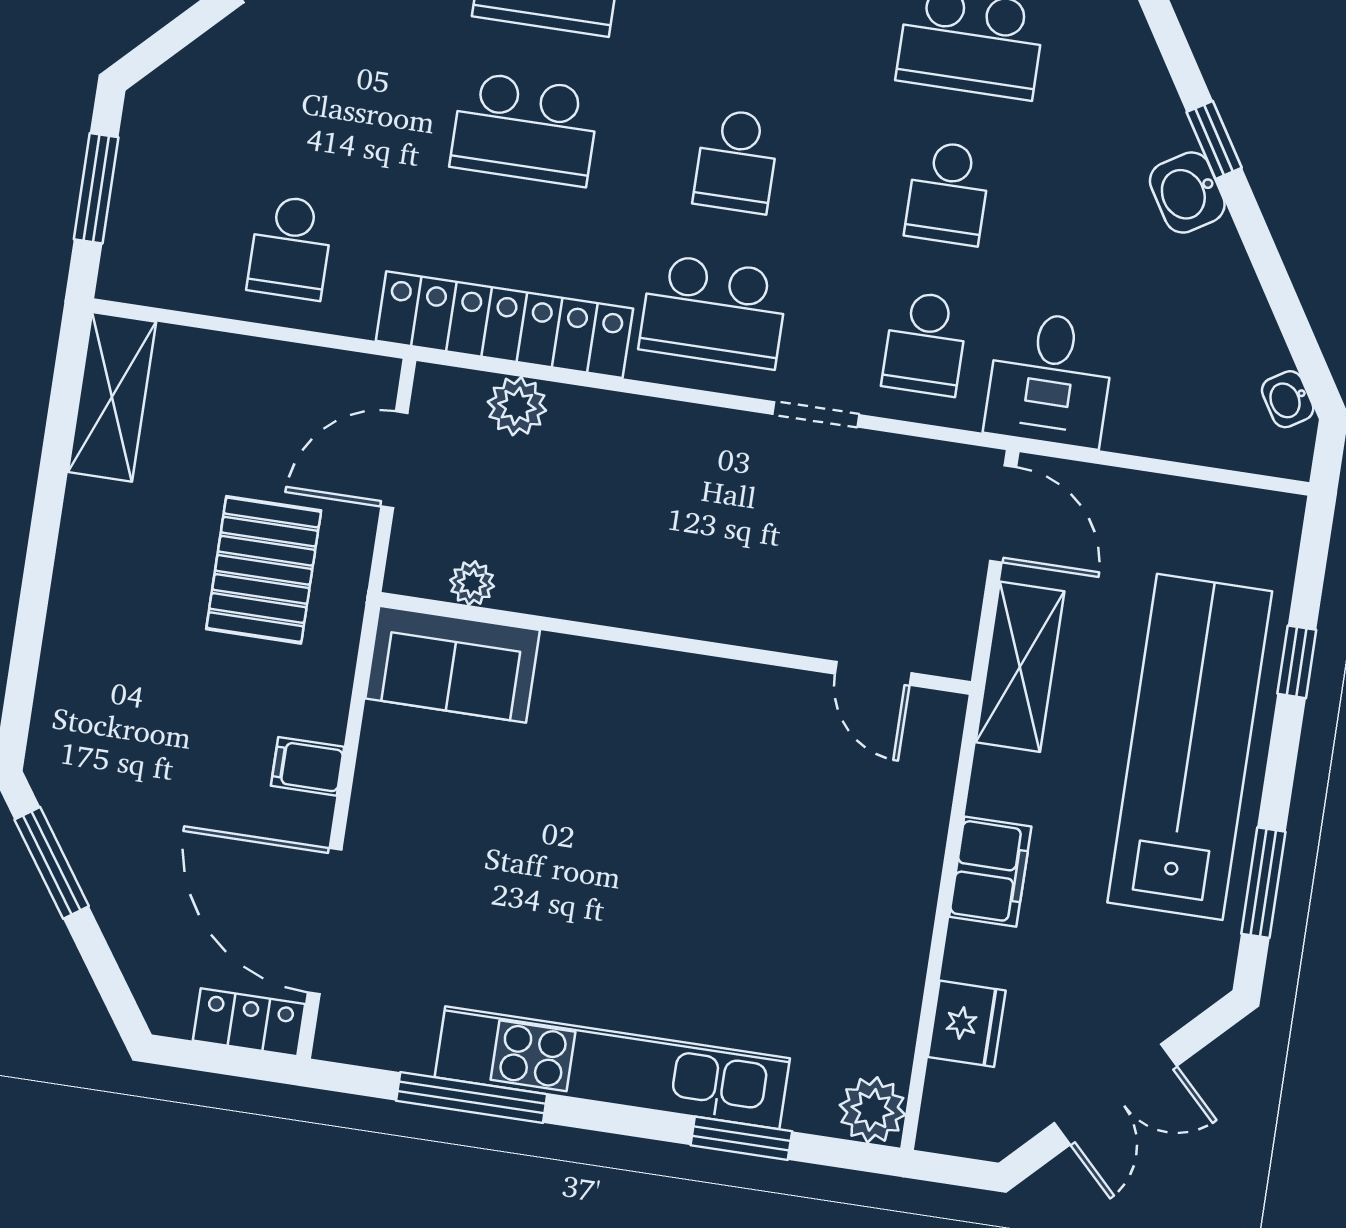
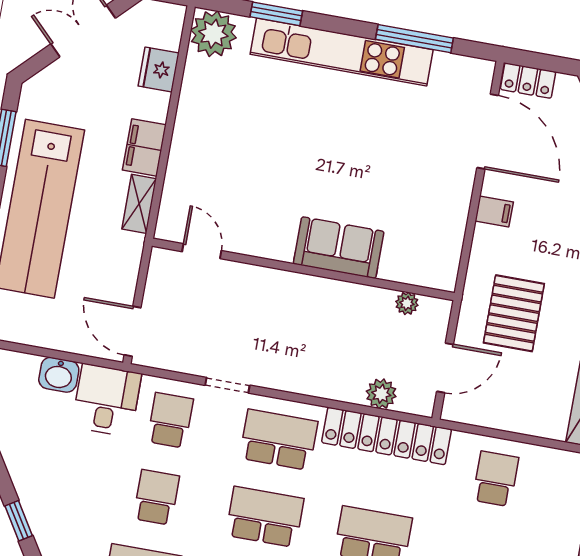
school desk: (736, 161) -> (265, 517), width x1.85
washbasin: (1187, 192) -> (59, 375), moved, turned 122
sofa: (453, 664) -> (339, 248), moved
shelving: (1020, 667) -> (139, 204), moved, width x0.67, depth x0.75
plant: (872, 1110) -> (213, 34), width x1.36, depth x1.36

